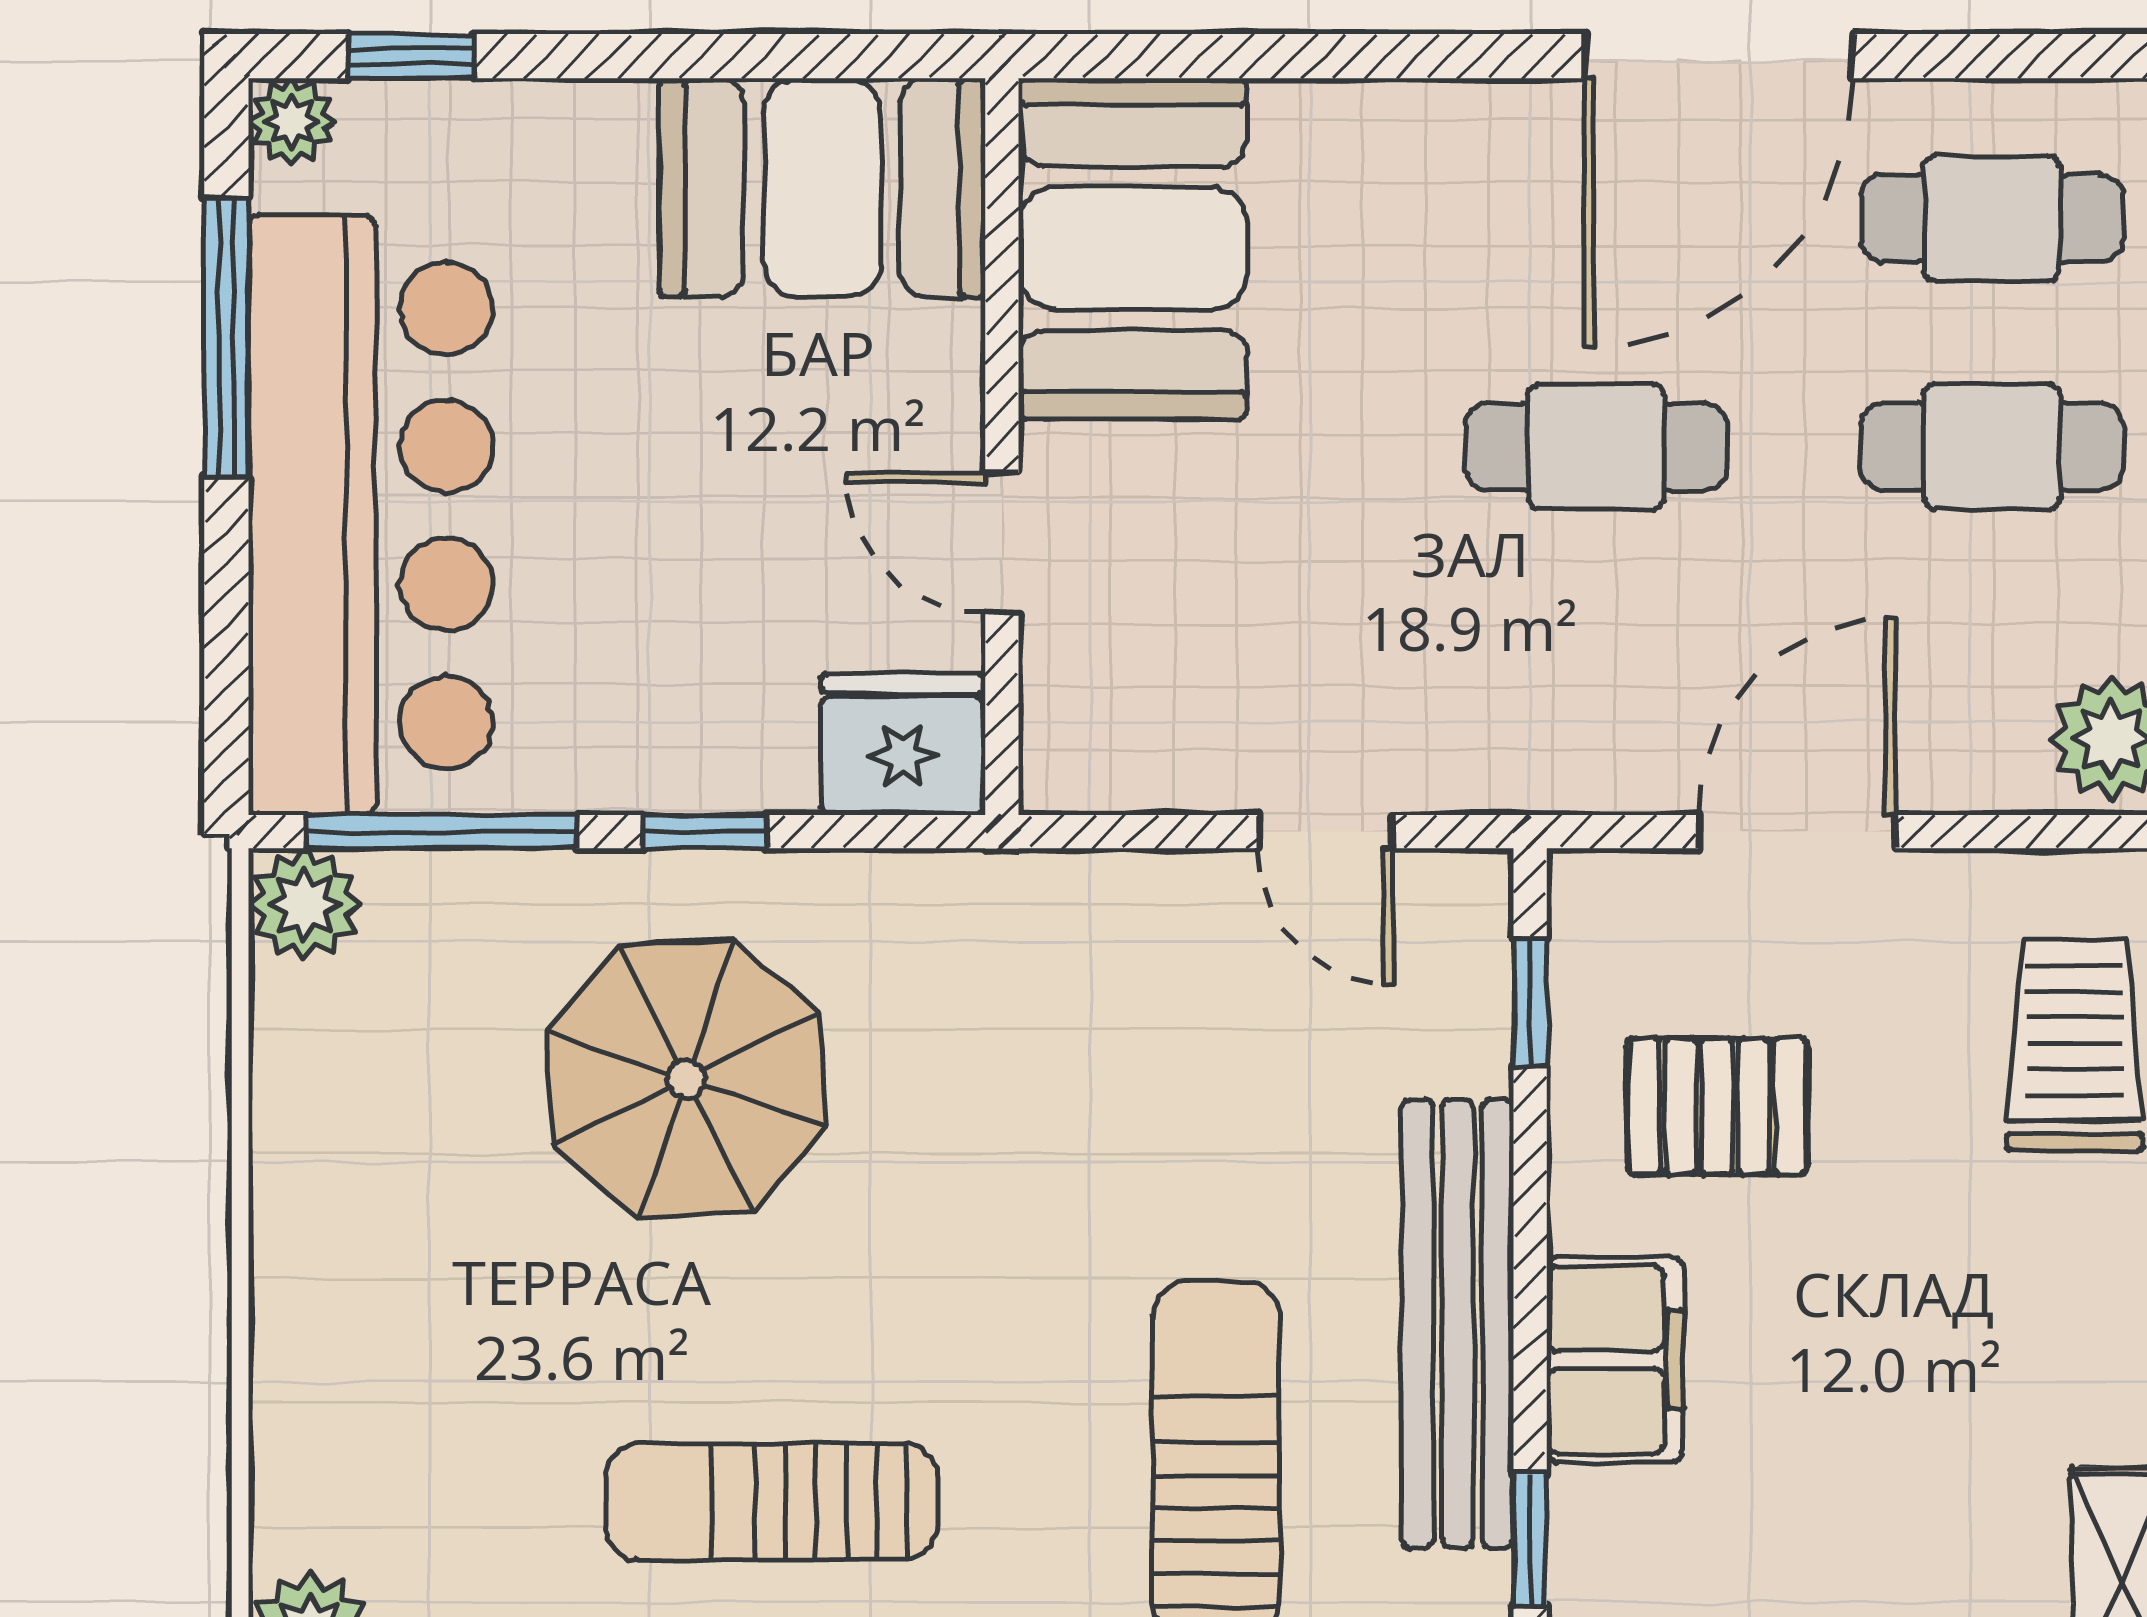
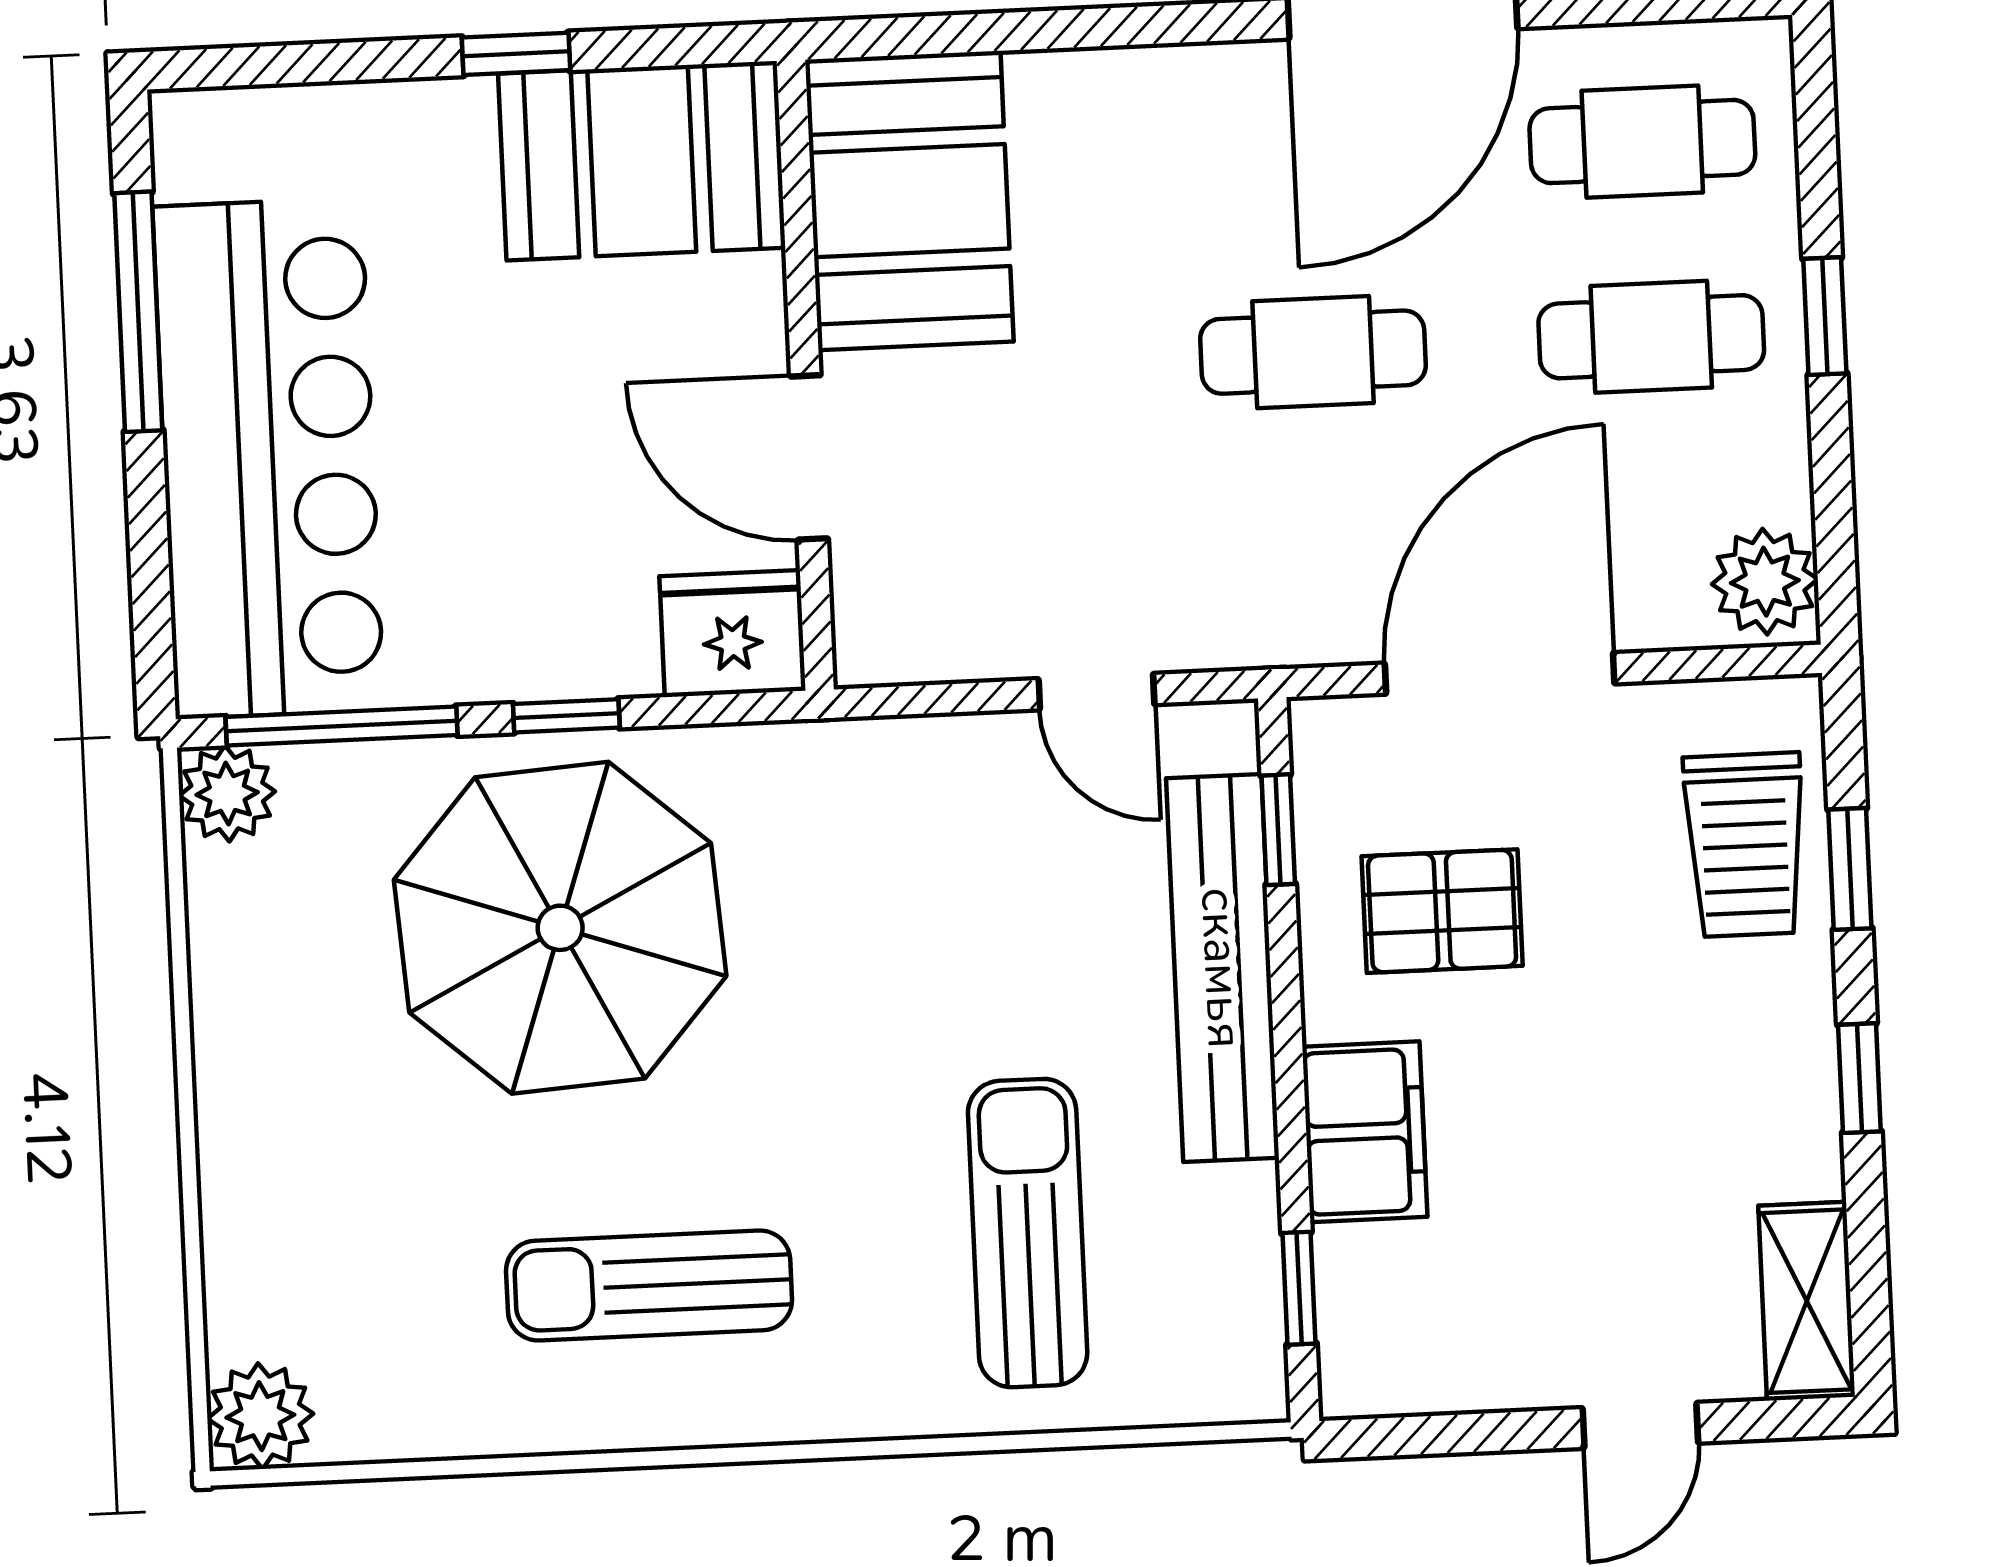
window: (411, 56) -> (516, 54), moved
plant: (292, 121) -> (186, 125), removed
door: (1002, 543) -> (809, 457), width x1.38
door: (1797, 832) -> (1500, 673), width x1.36
trolley: (2074, 1045) -> (1745, 845), turned 180
parasol: (686, 1079) -> (560, 928), width x1.36, depth x1.36
bench: (1458, 1324) -> (1222, 968), moved

